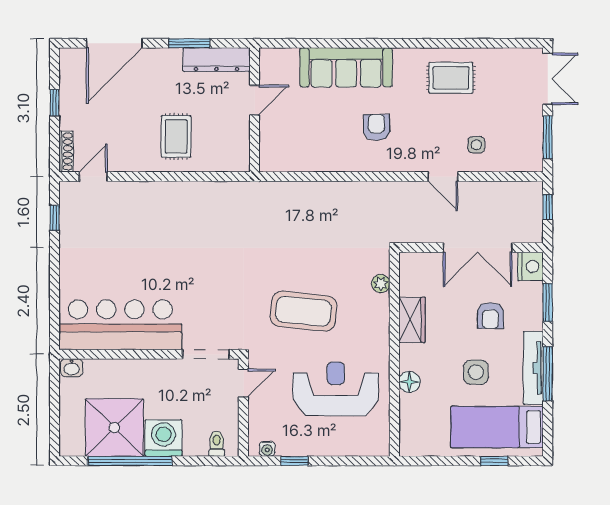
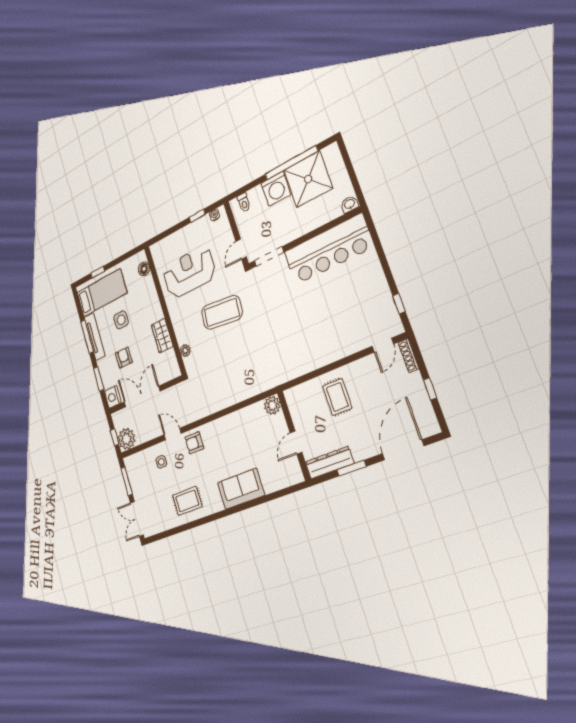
sofa: (346, 67) -> (241, 489), width x0.73
armchair: (376, 127) -> (194, 443), moved, turned 91
plant: (272, 159) -> (272, 405), added
plant: (527, 198) -> (126, 439), added
floor lamp: (409, 382) -> (144, 269), moved
reception desk: (336, 389) -> (189, 272), turned 180

